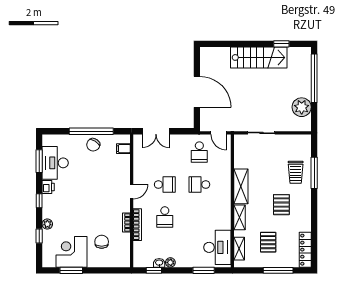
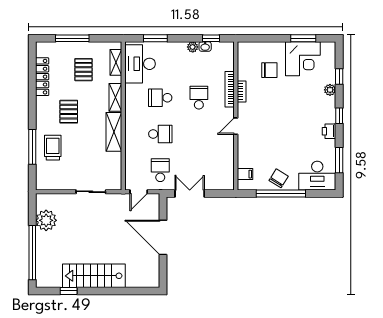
double door: (156, 131) -> (190, 193), moved
door: (219, 133) -> (139, 192), swing flipped
desk: (55, 163) -> (317, 176), moved, turned 90
school desk: (165, 185) -> (160, 98), moved
chair: (102, 242) -> (269, 70), turned -90
locker: (305, 250) -> (42, 77), moved

